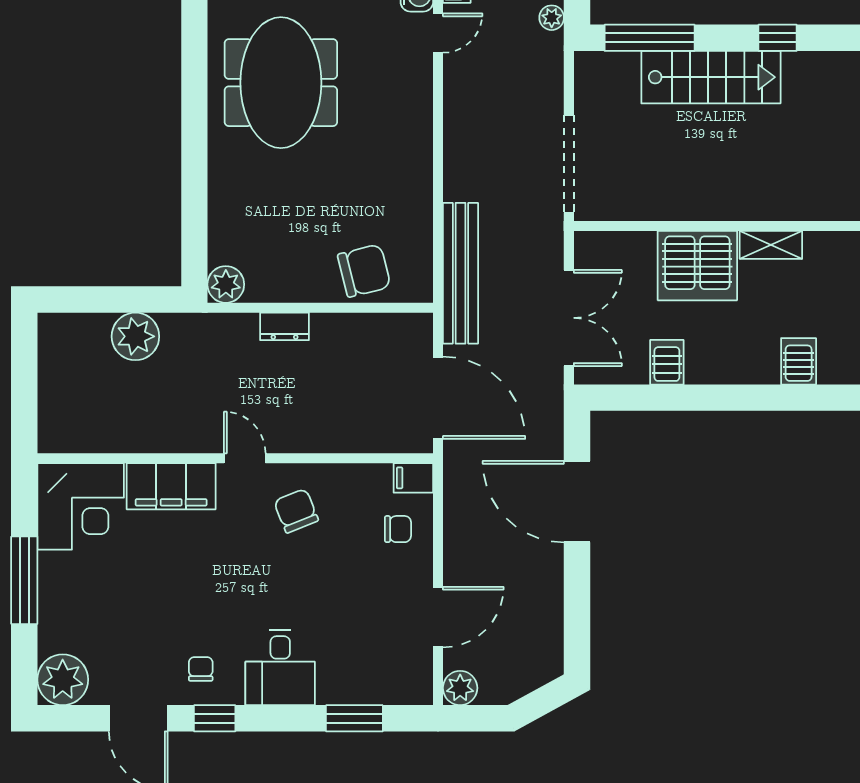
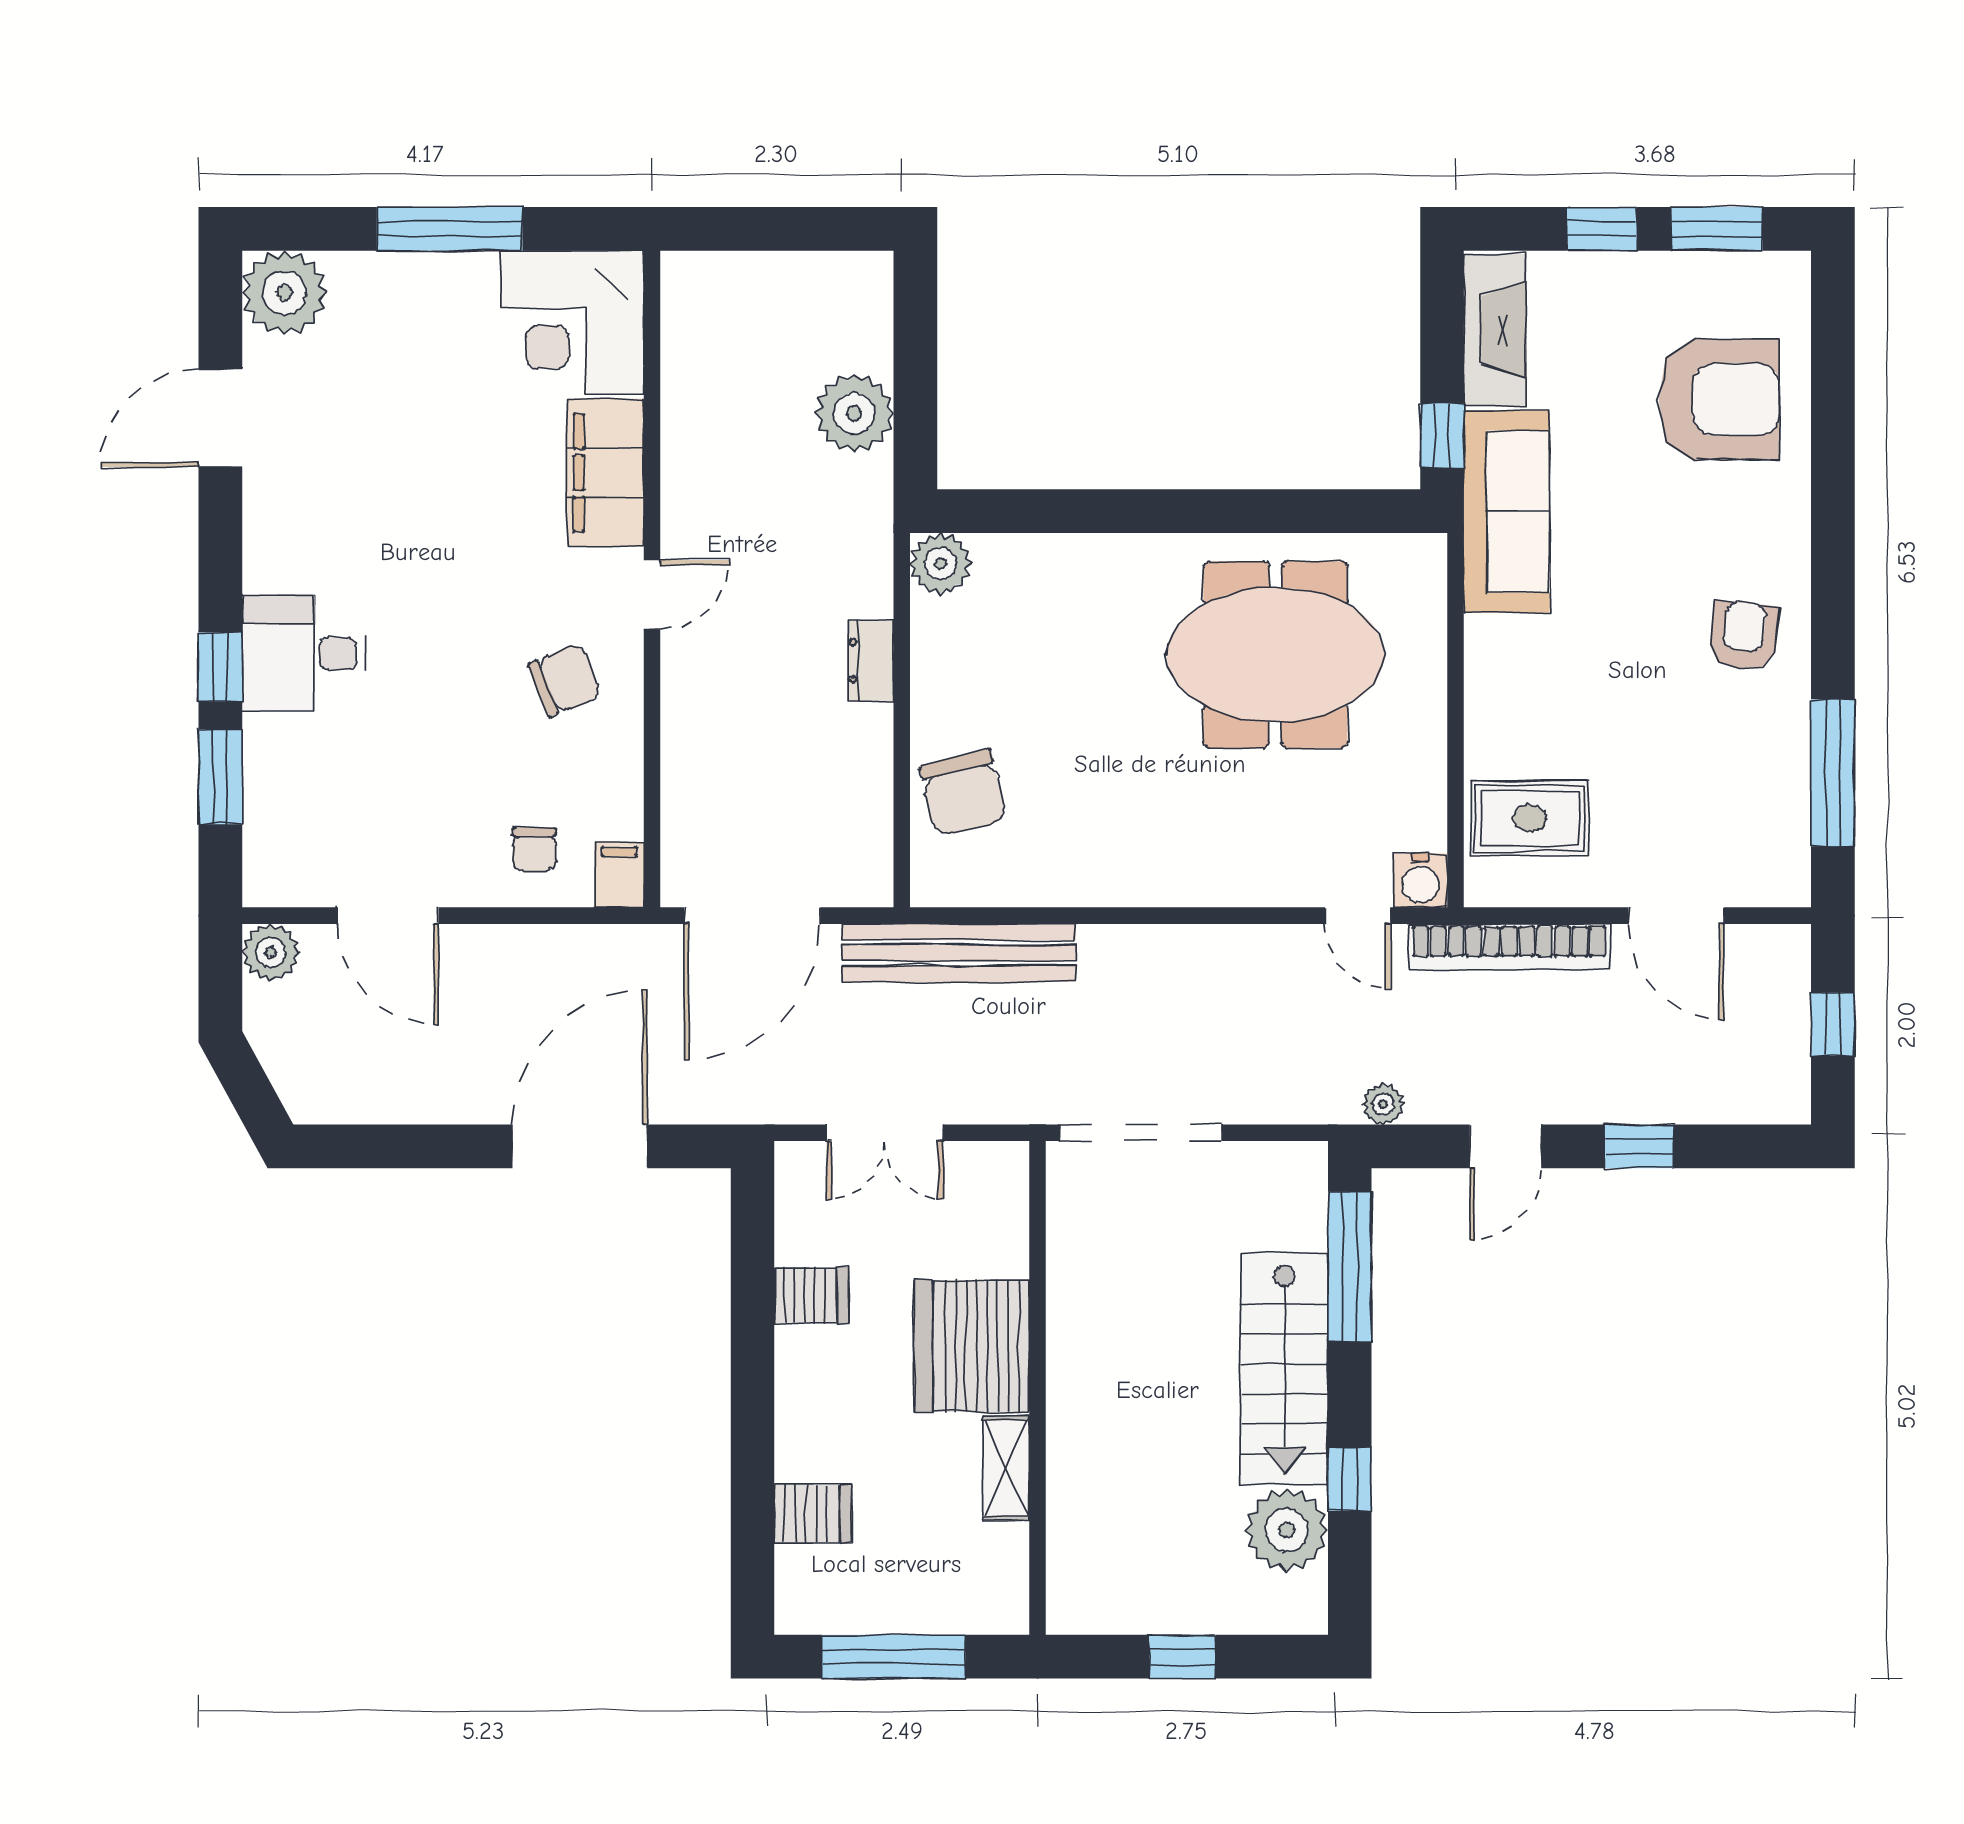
plant: (808, 76) -> (1287, 1530), added
double door: (569, 318) -> (885, 1133), width x0.73
chair: (201, 669) -> (302, 522), removed
window: (215, 718) -> (220, 667), moved

